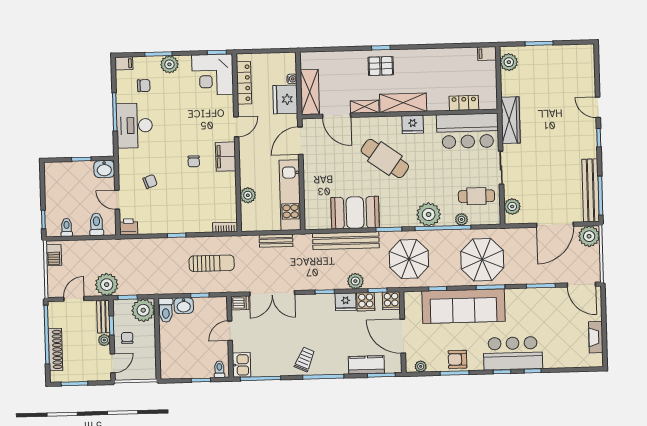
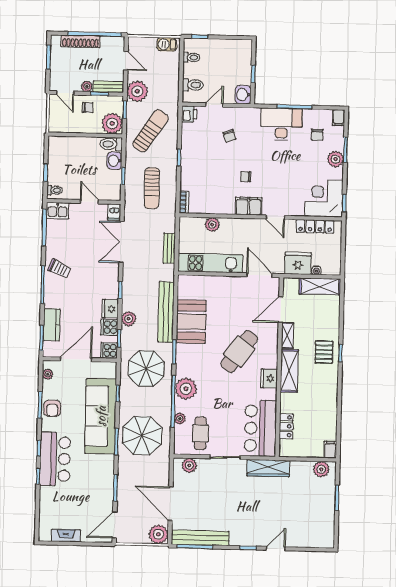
shelving: (310, 92) -> (320, 286), moved
sun lounger: (149, 268) -> (151, 131), added
armchair: (457, 359) -> (52, 408), turned 180

